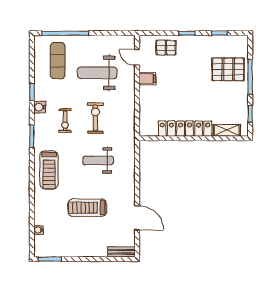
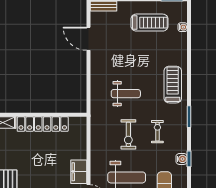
filing cabinet: (147, 79) -> (79, 172), width x2.00
water cooler: (40, 107) -> (182, 159), moved
treadmill: (87, 208) -> (149, 23), moved

